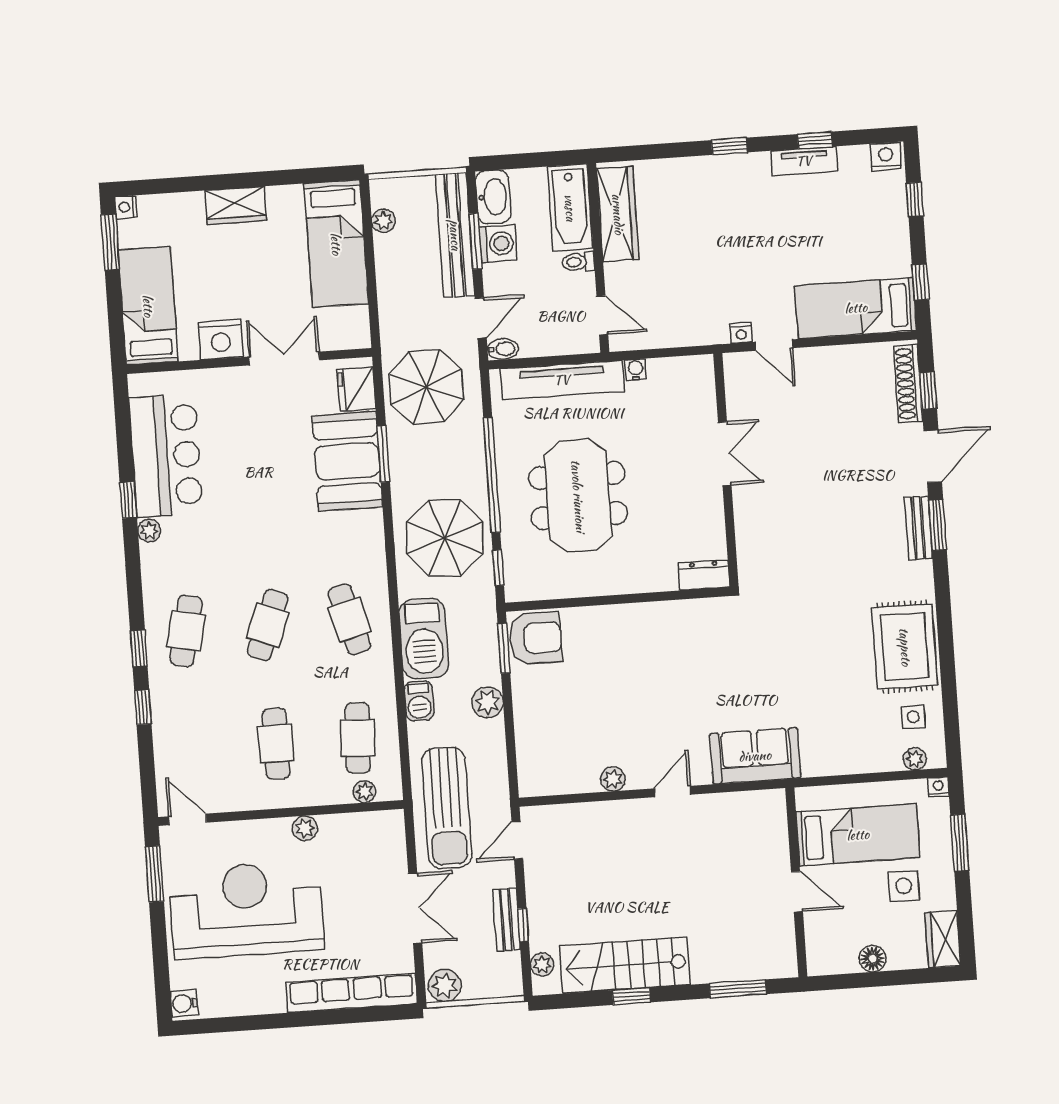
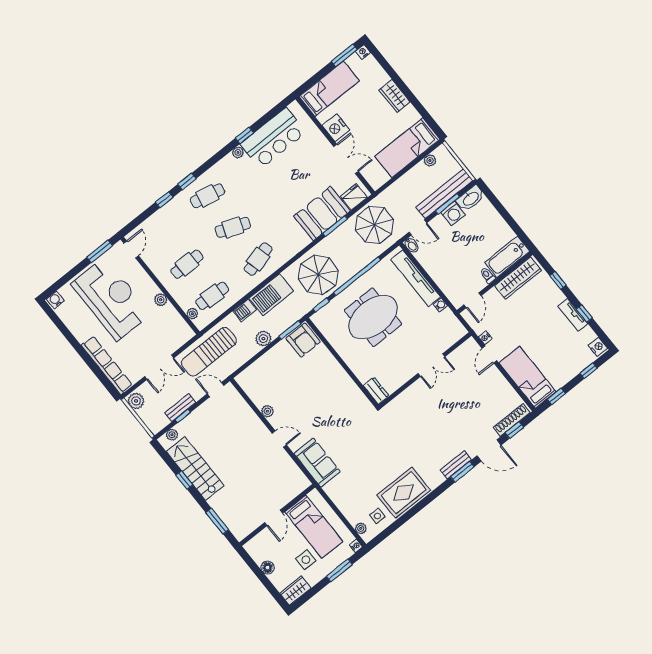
bathtub: (570, 208) -> (507, 257), moved
wardrobe: (618, 214) -> (518, 278), moved
wall: (598, 258) -> (495, 282), moved
toilet: (578, 262) -> (487, 275), moved
door: (602, 315) -> (472, 300), moved

